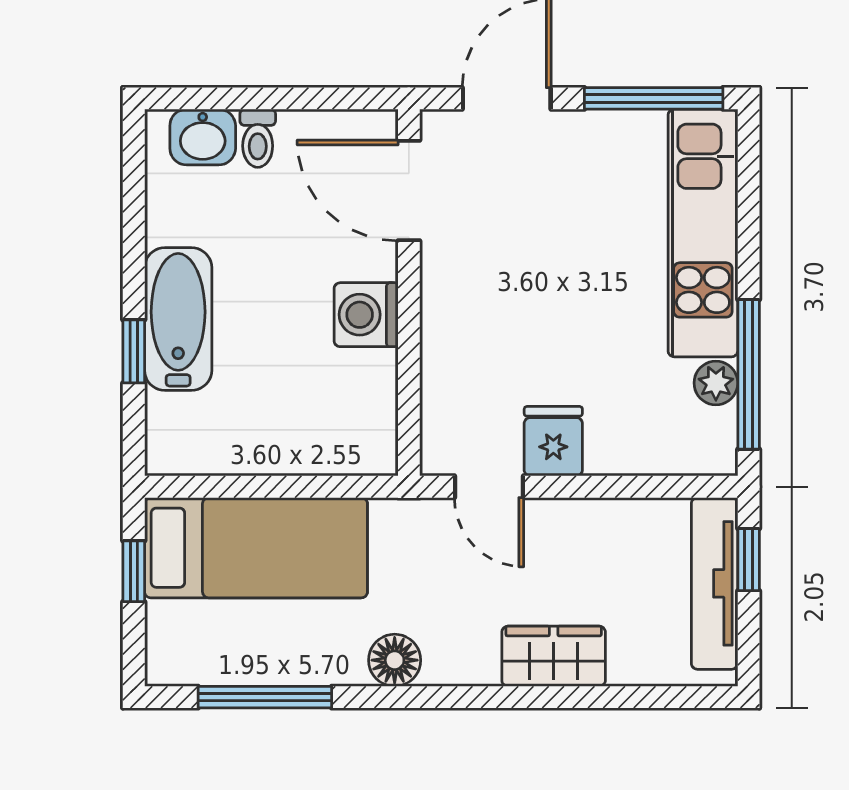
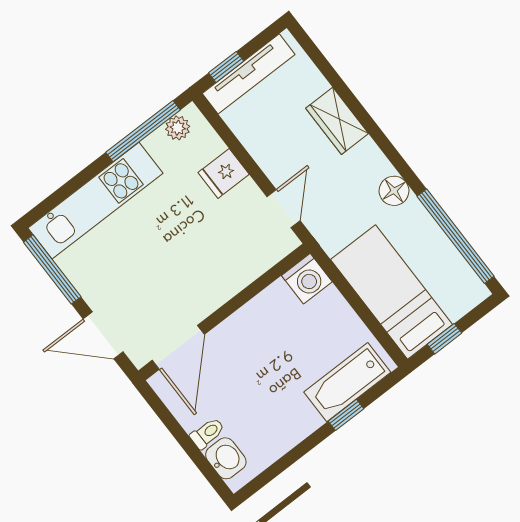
washing machine: (366, 315) -> (307, 279), moved
bathtub: (178, 319) -> (347, 382), moved
plant: (716, 383) -> (178, 128), moved
fridge: (553, 441) -> (224, 173), moved
window: (265, 697) -> (456, 236), width x1.46

